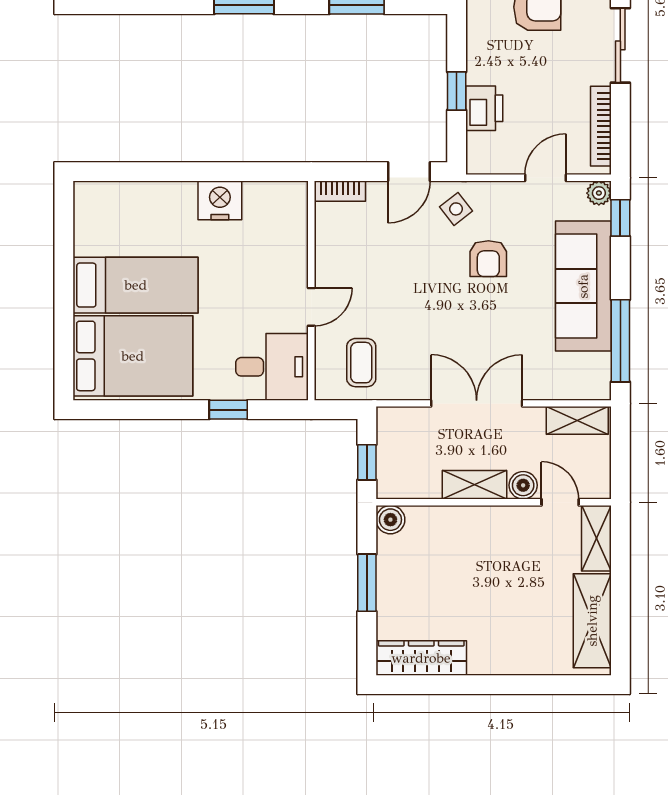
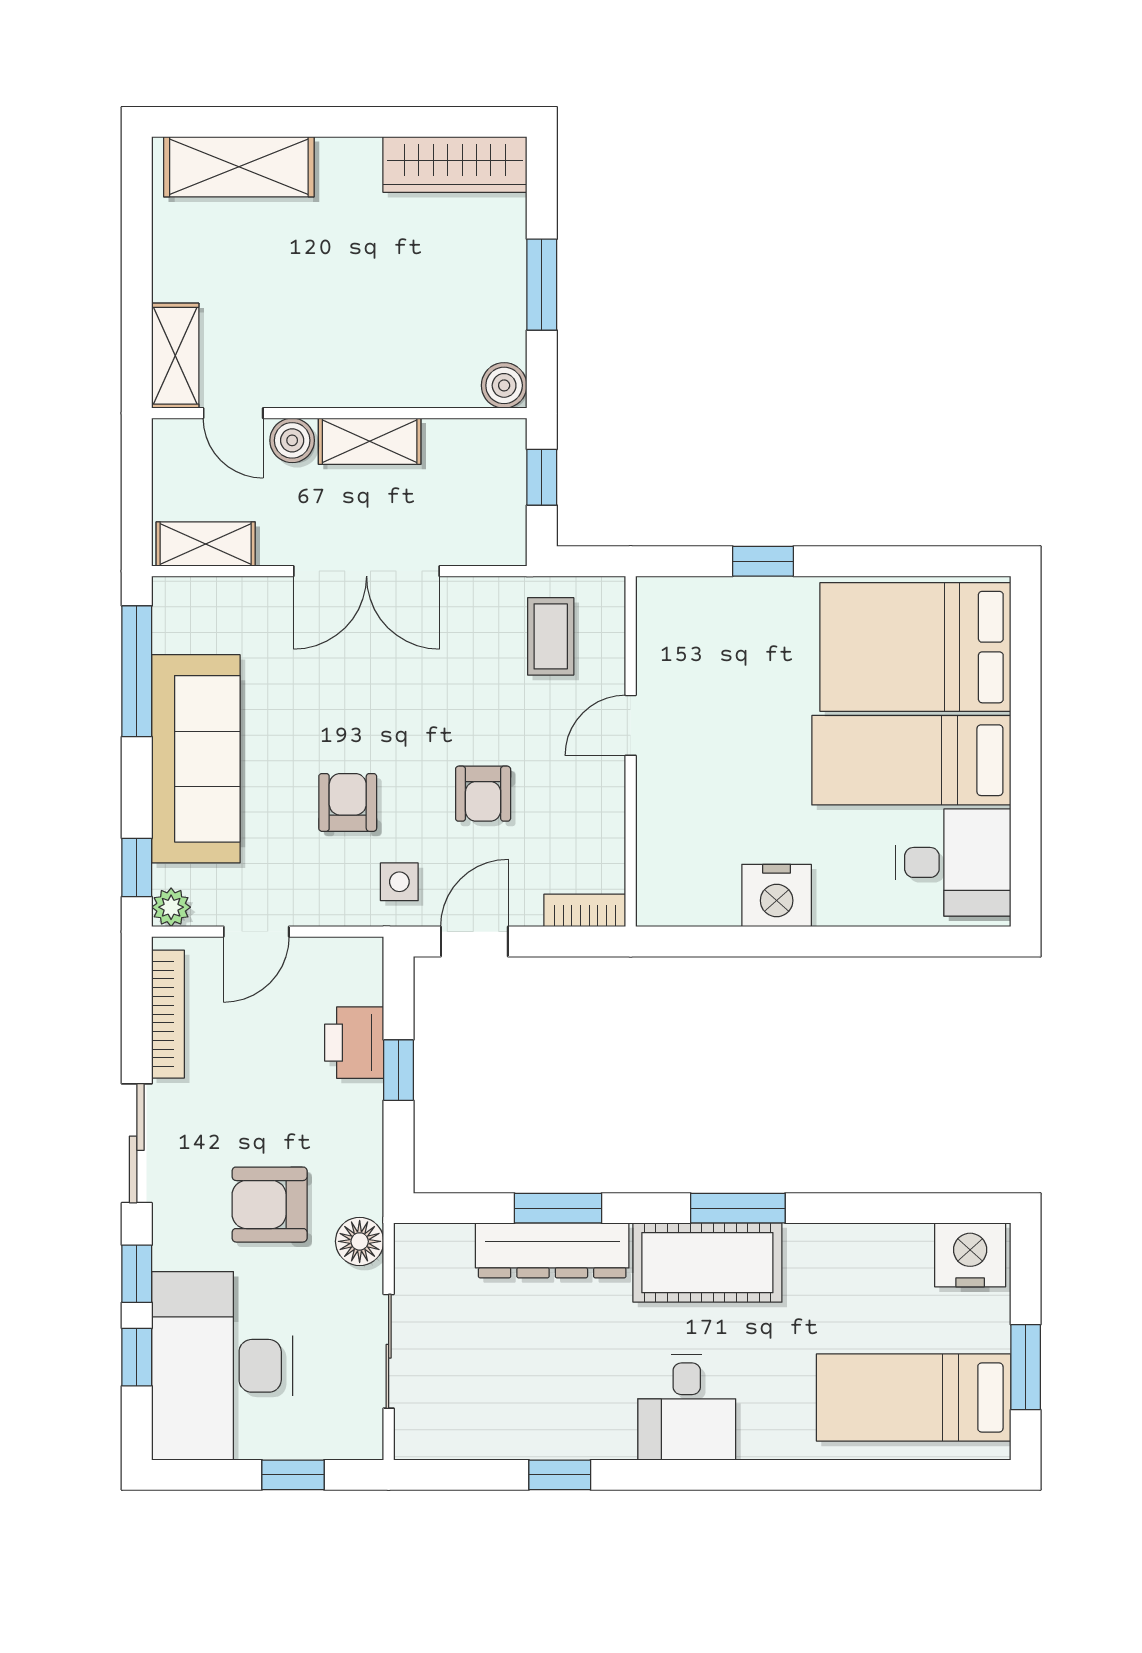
side table: (456, 209) -> (399, 882), turned 38
armchair: (404, 264) -> (483, 794), added
desk: (272, 367) -> (953, 862), moved, turned 180
shelving: (592, 621) -> (239, 167), moved, turned 90

